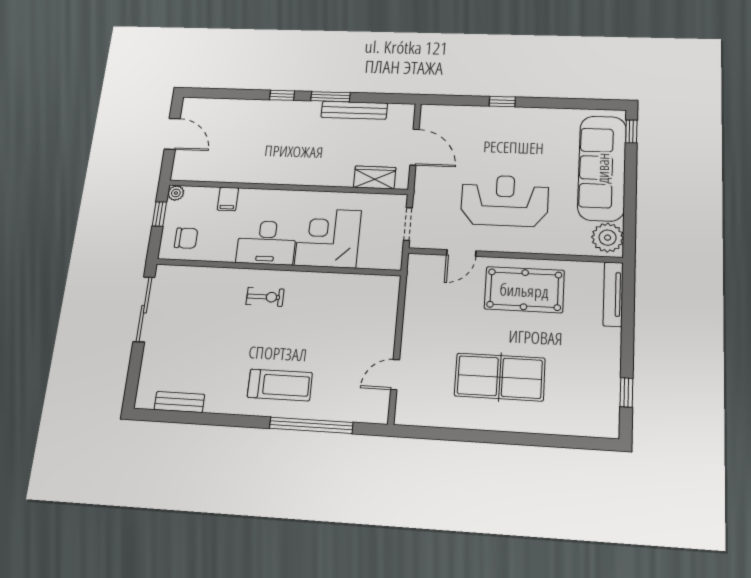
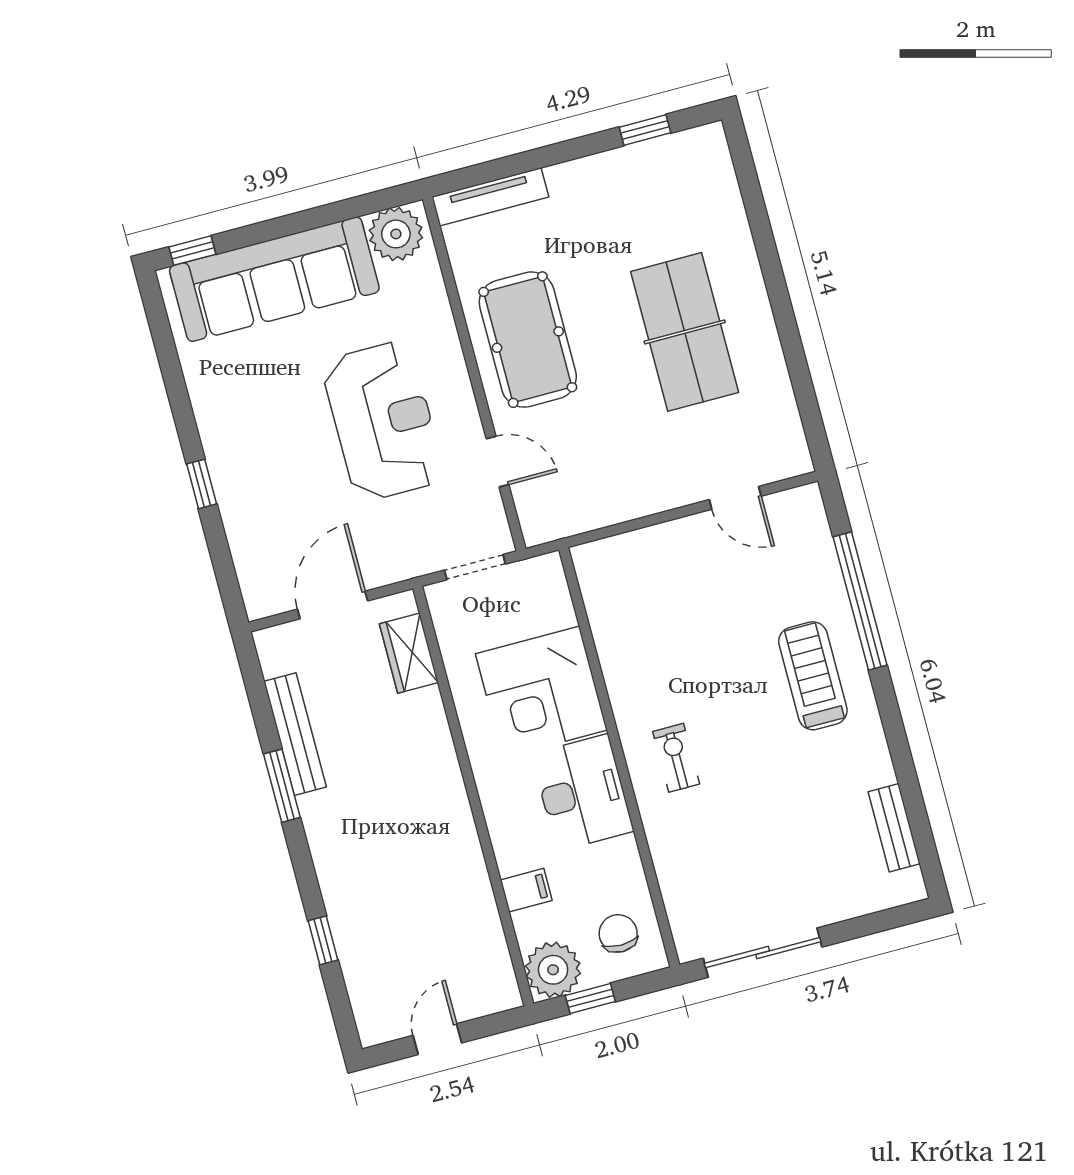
window: (282, 95) -> (323, 940), moved
door: (172, 134) -> (437, 1039), width x0.73
plant: (176, 193) -> (553, 970), width x1.87, depth x1.87
reception desk: (505, 201) -> (383, 421), turned 180

